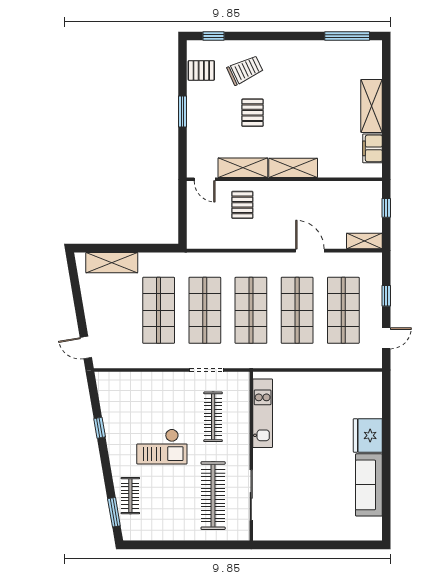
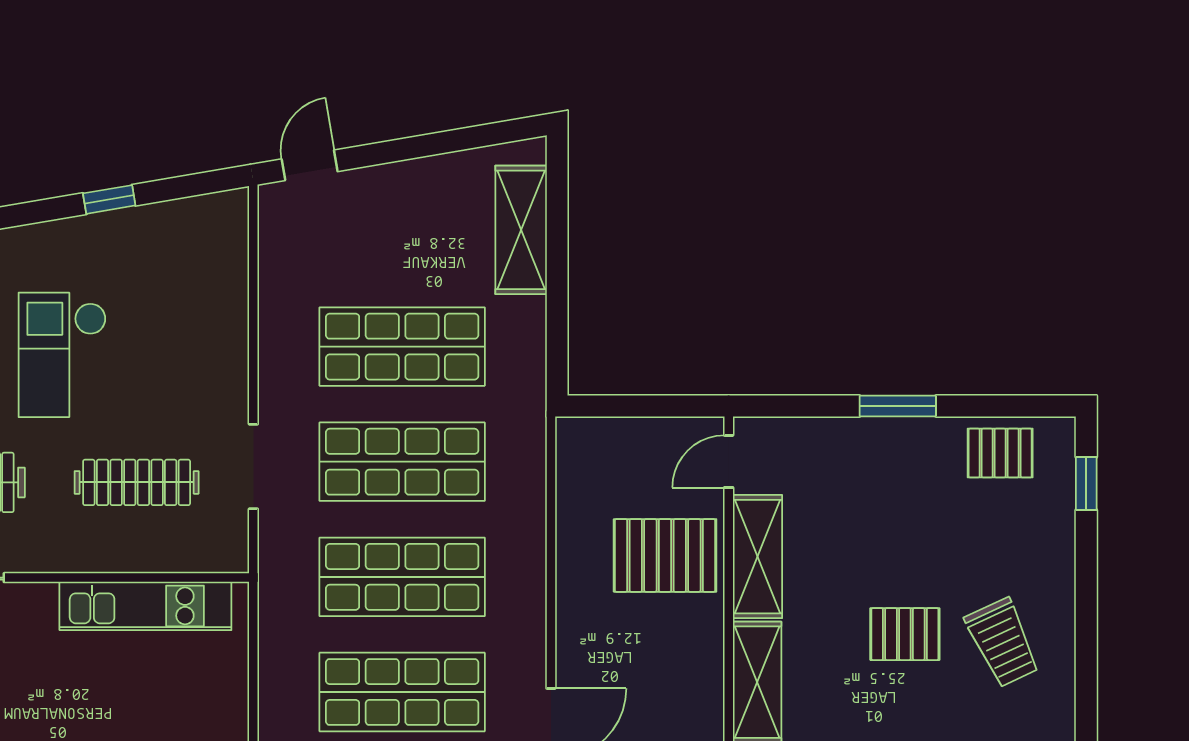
pallet: (201, 70) -> (1000, 453), turned 90
trolley: (245, 70) -> (1003, 643), moved
pallet: (253, 113) -> (905, 634), moved
pallet: (242, 205) -> (665, 555), width x1.50, depth x1.42

